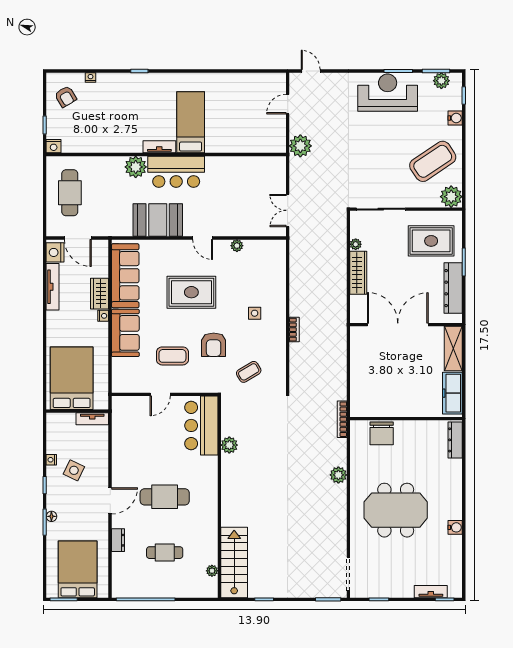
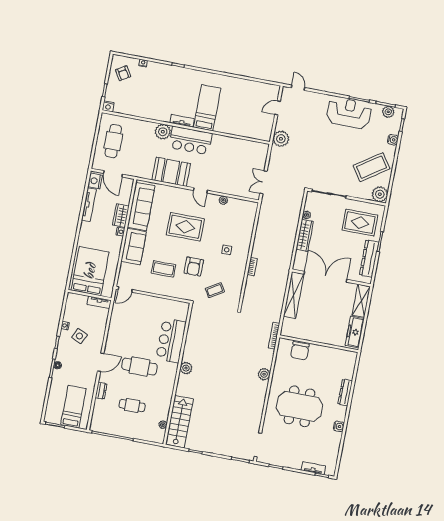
shelving: (359, 358) -> (294, 295), added
door: (160, 394) -> (125, 290), moved
bar counter: (201, 425) -> (171, 340), moved
dresser: (455, 440) -> (345, 392), moved
plant: (229, 445) -> (186, 368), moved
bed: (78, 569) -> (73, 407), width x0.67

